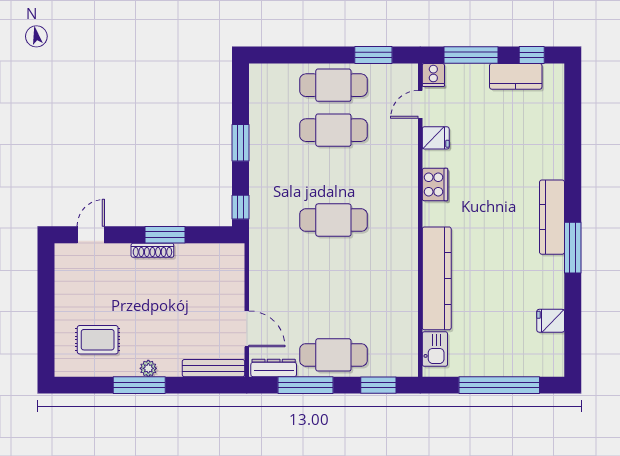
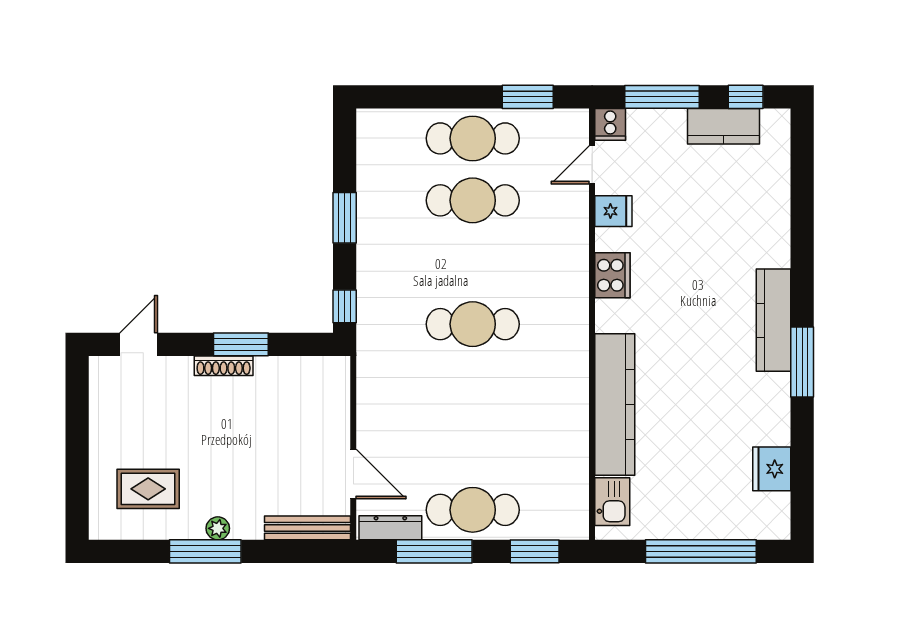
fridge: (551, 321) -> (772, 469), width x1.38

